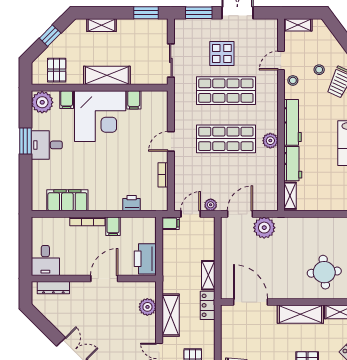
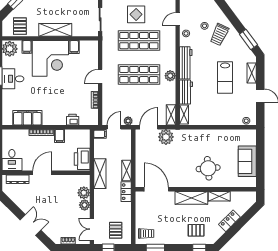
shelving: (271, 196) -> (171, 115), added
door: (104, 278) -> (42, 173), moved
shelving: (171, 315) -> (100, 174), moved
plant: (149, 324) -> (85, 205), added

